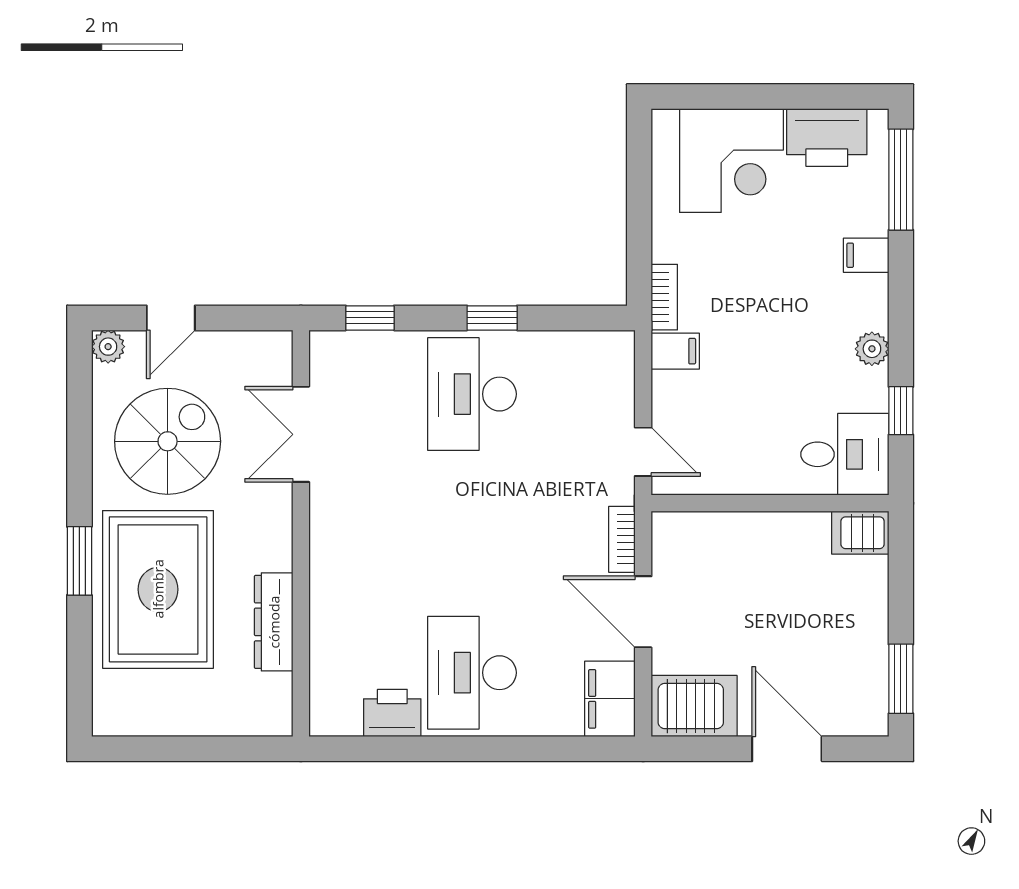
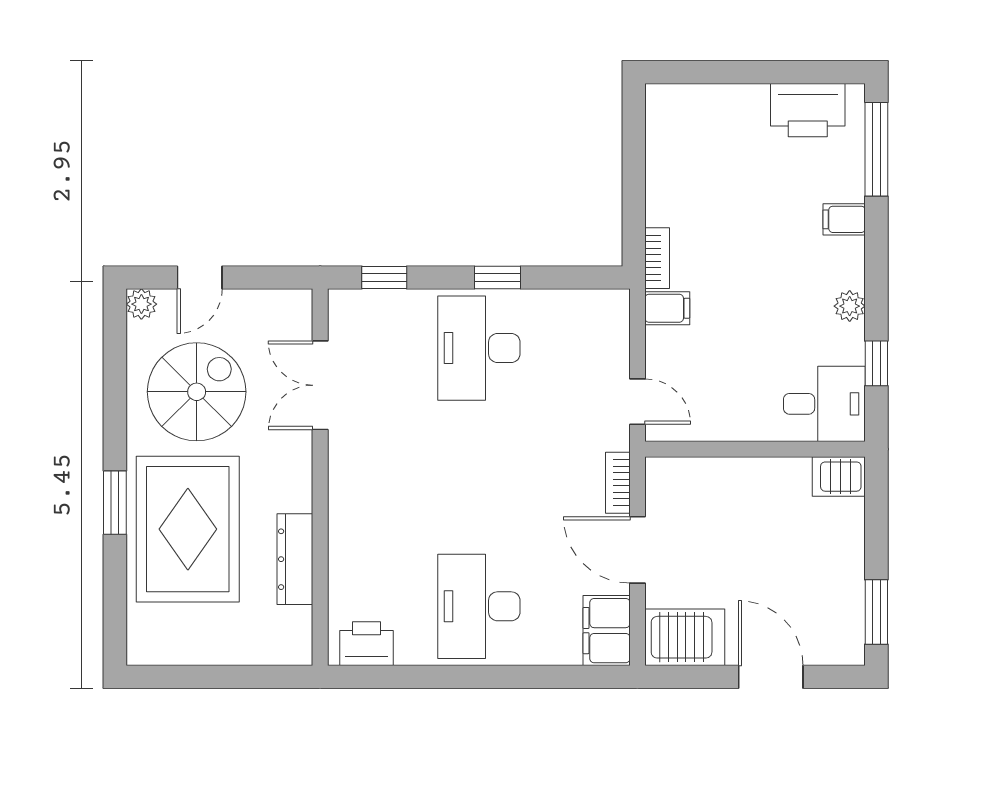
corner desk: (732, 161) -> (719, 132), removed
printer: (392, 713) -> (366, 644), moved

